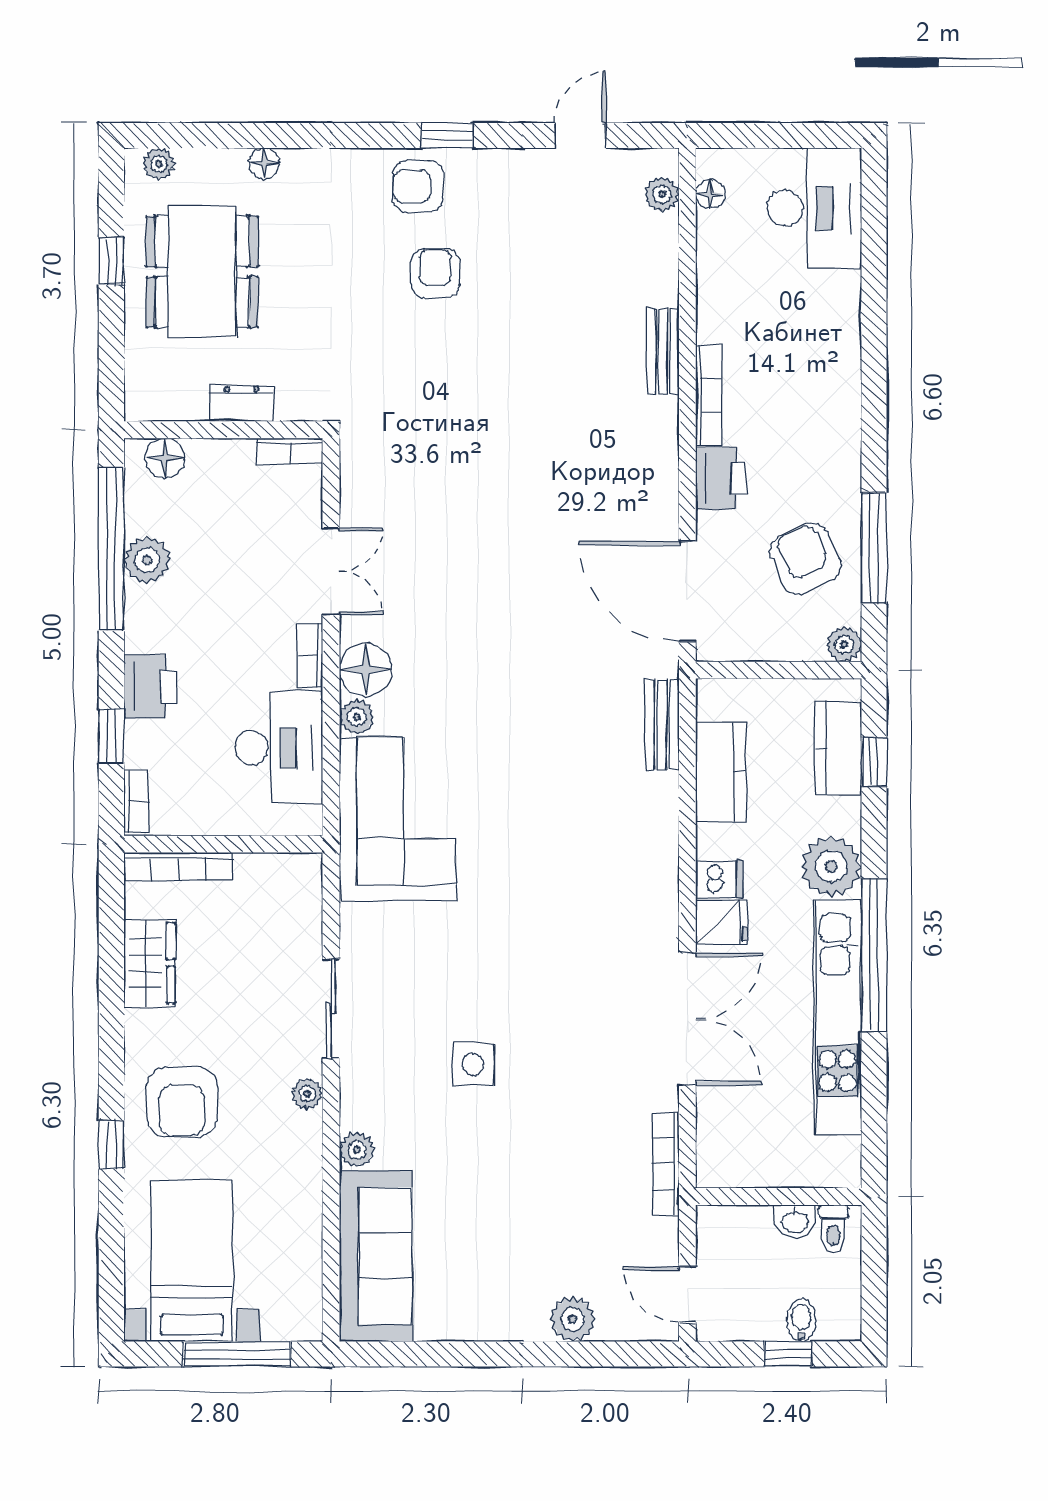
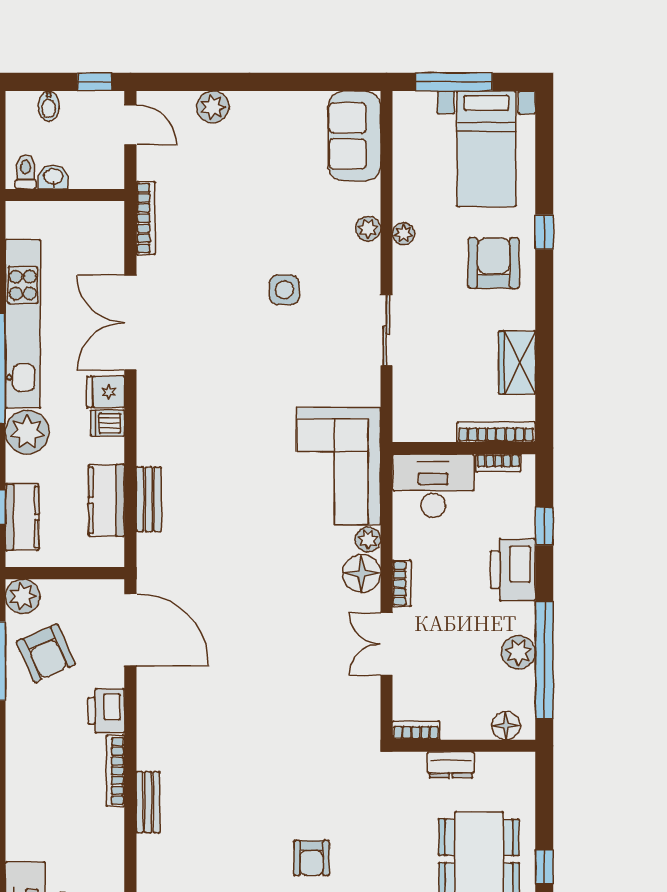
plant: (844, 644) -> (23, 596), width x1.38, depth x1.38
printer: (150, 687) -> (513, 570), width x1.37, depth x1.19
bench: (662, 725) -> (149, 499), moved
desk: (279, 748) -> (433, 486), moved, turned 90
bookcase: (136, 802) -> (498, 463), moved, turned -90
plant: (307, 1094) -> (404, 234), moved
sofa: (376, 1256) -> (354, 136), width x0.73
window: (788, 1354) -> (95, 82), moved

